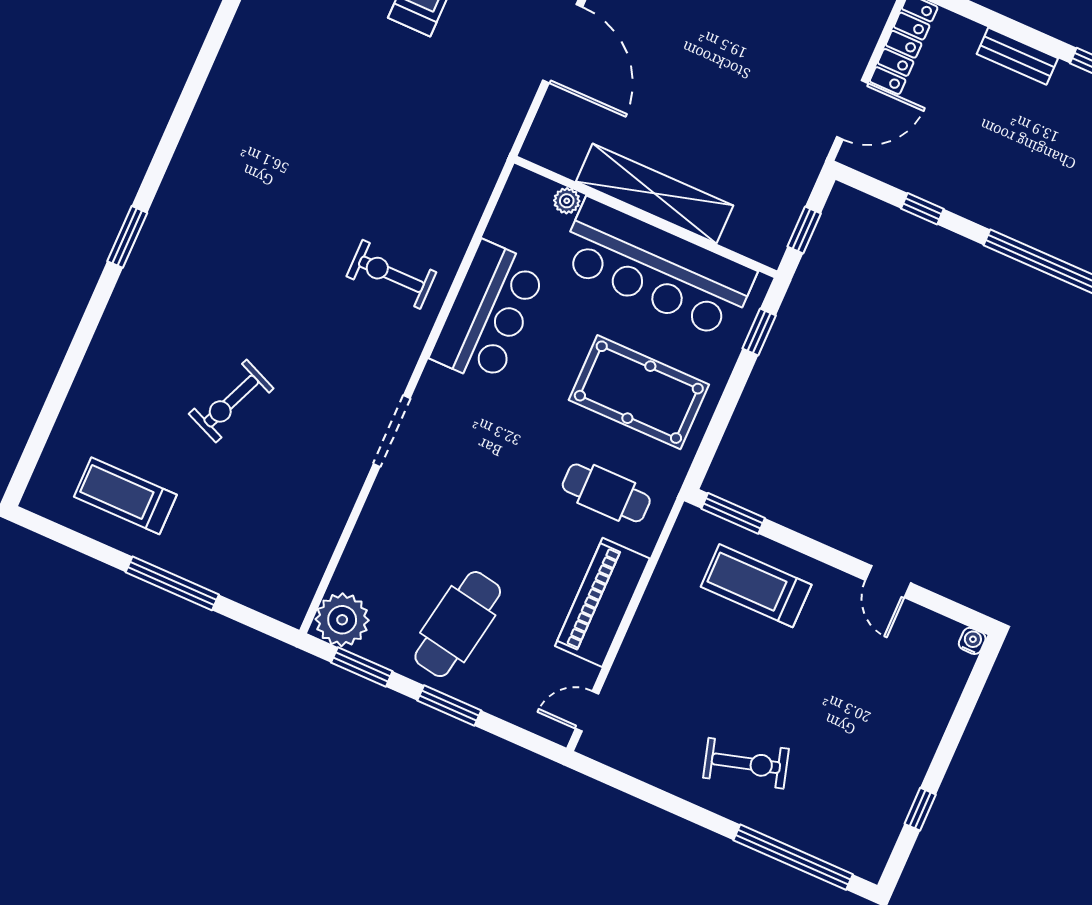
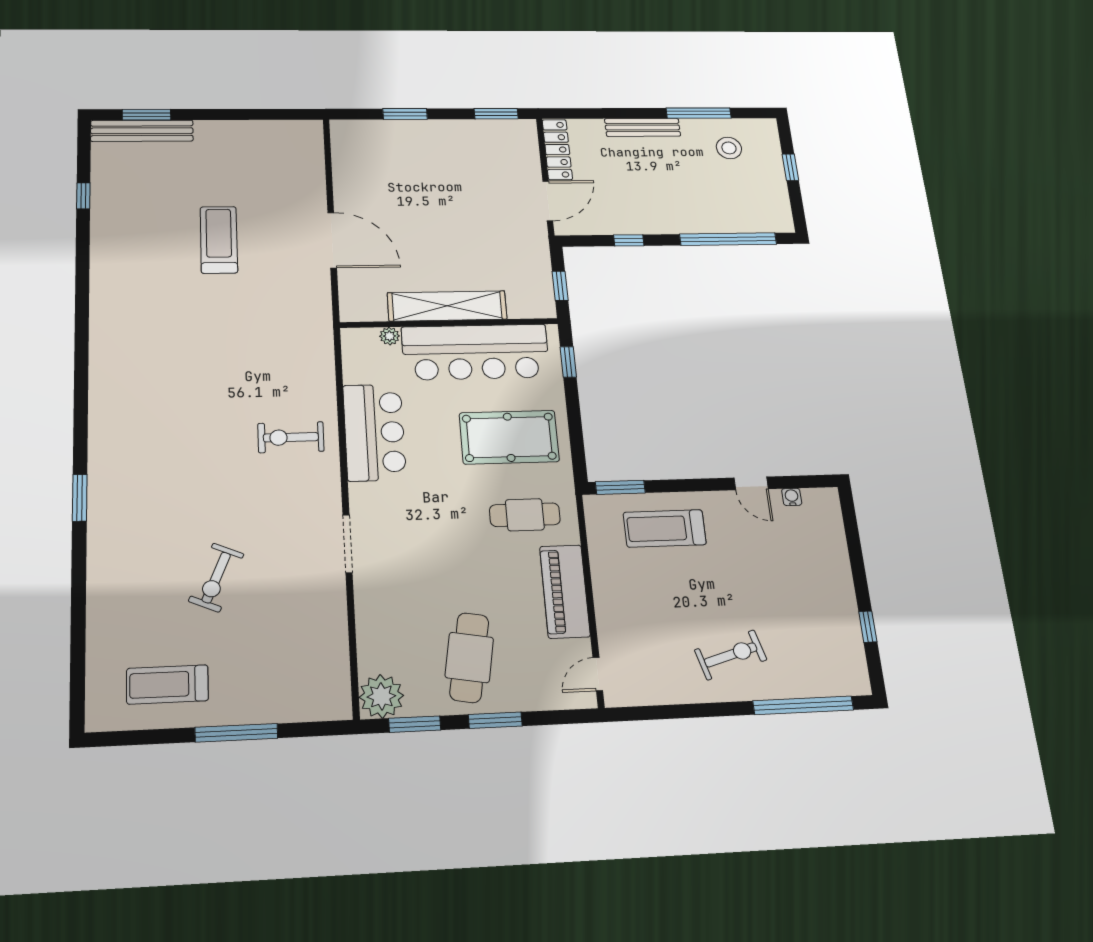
bench: (1017, 56) -> (643, 127), width x1.36
water cooler: (972, 641) -> (792, 497), moved

